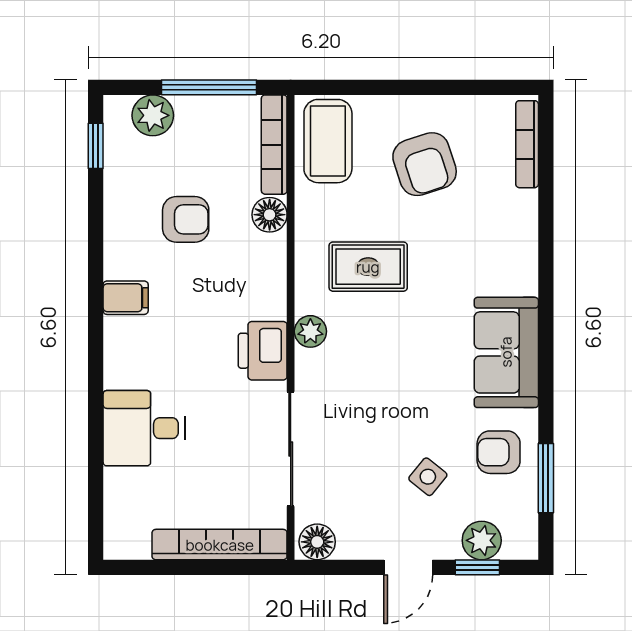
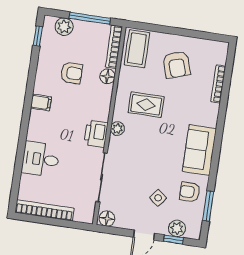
bookcase: (527, 144) -> (218, 84), moved
bookcase: (220, 545) -> (44, 210), moved

